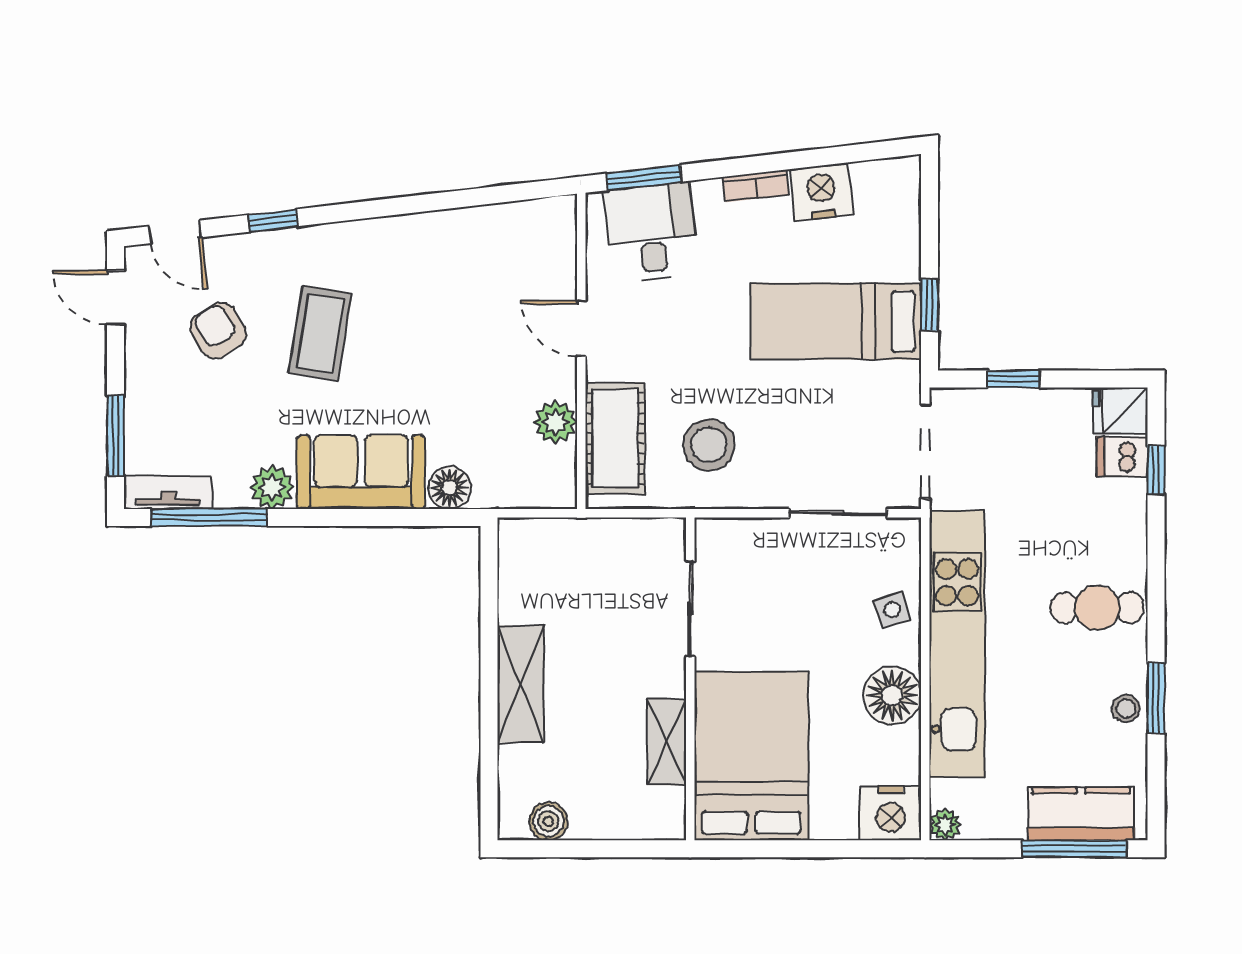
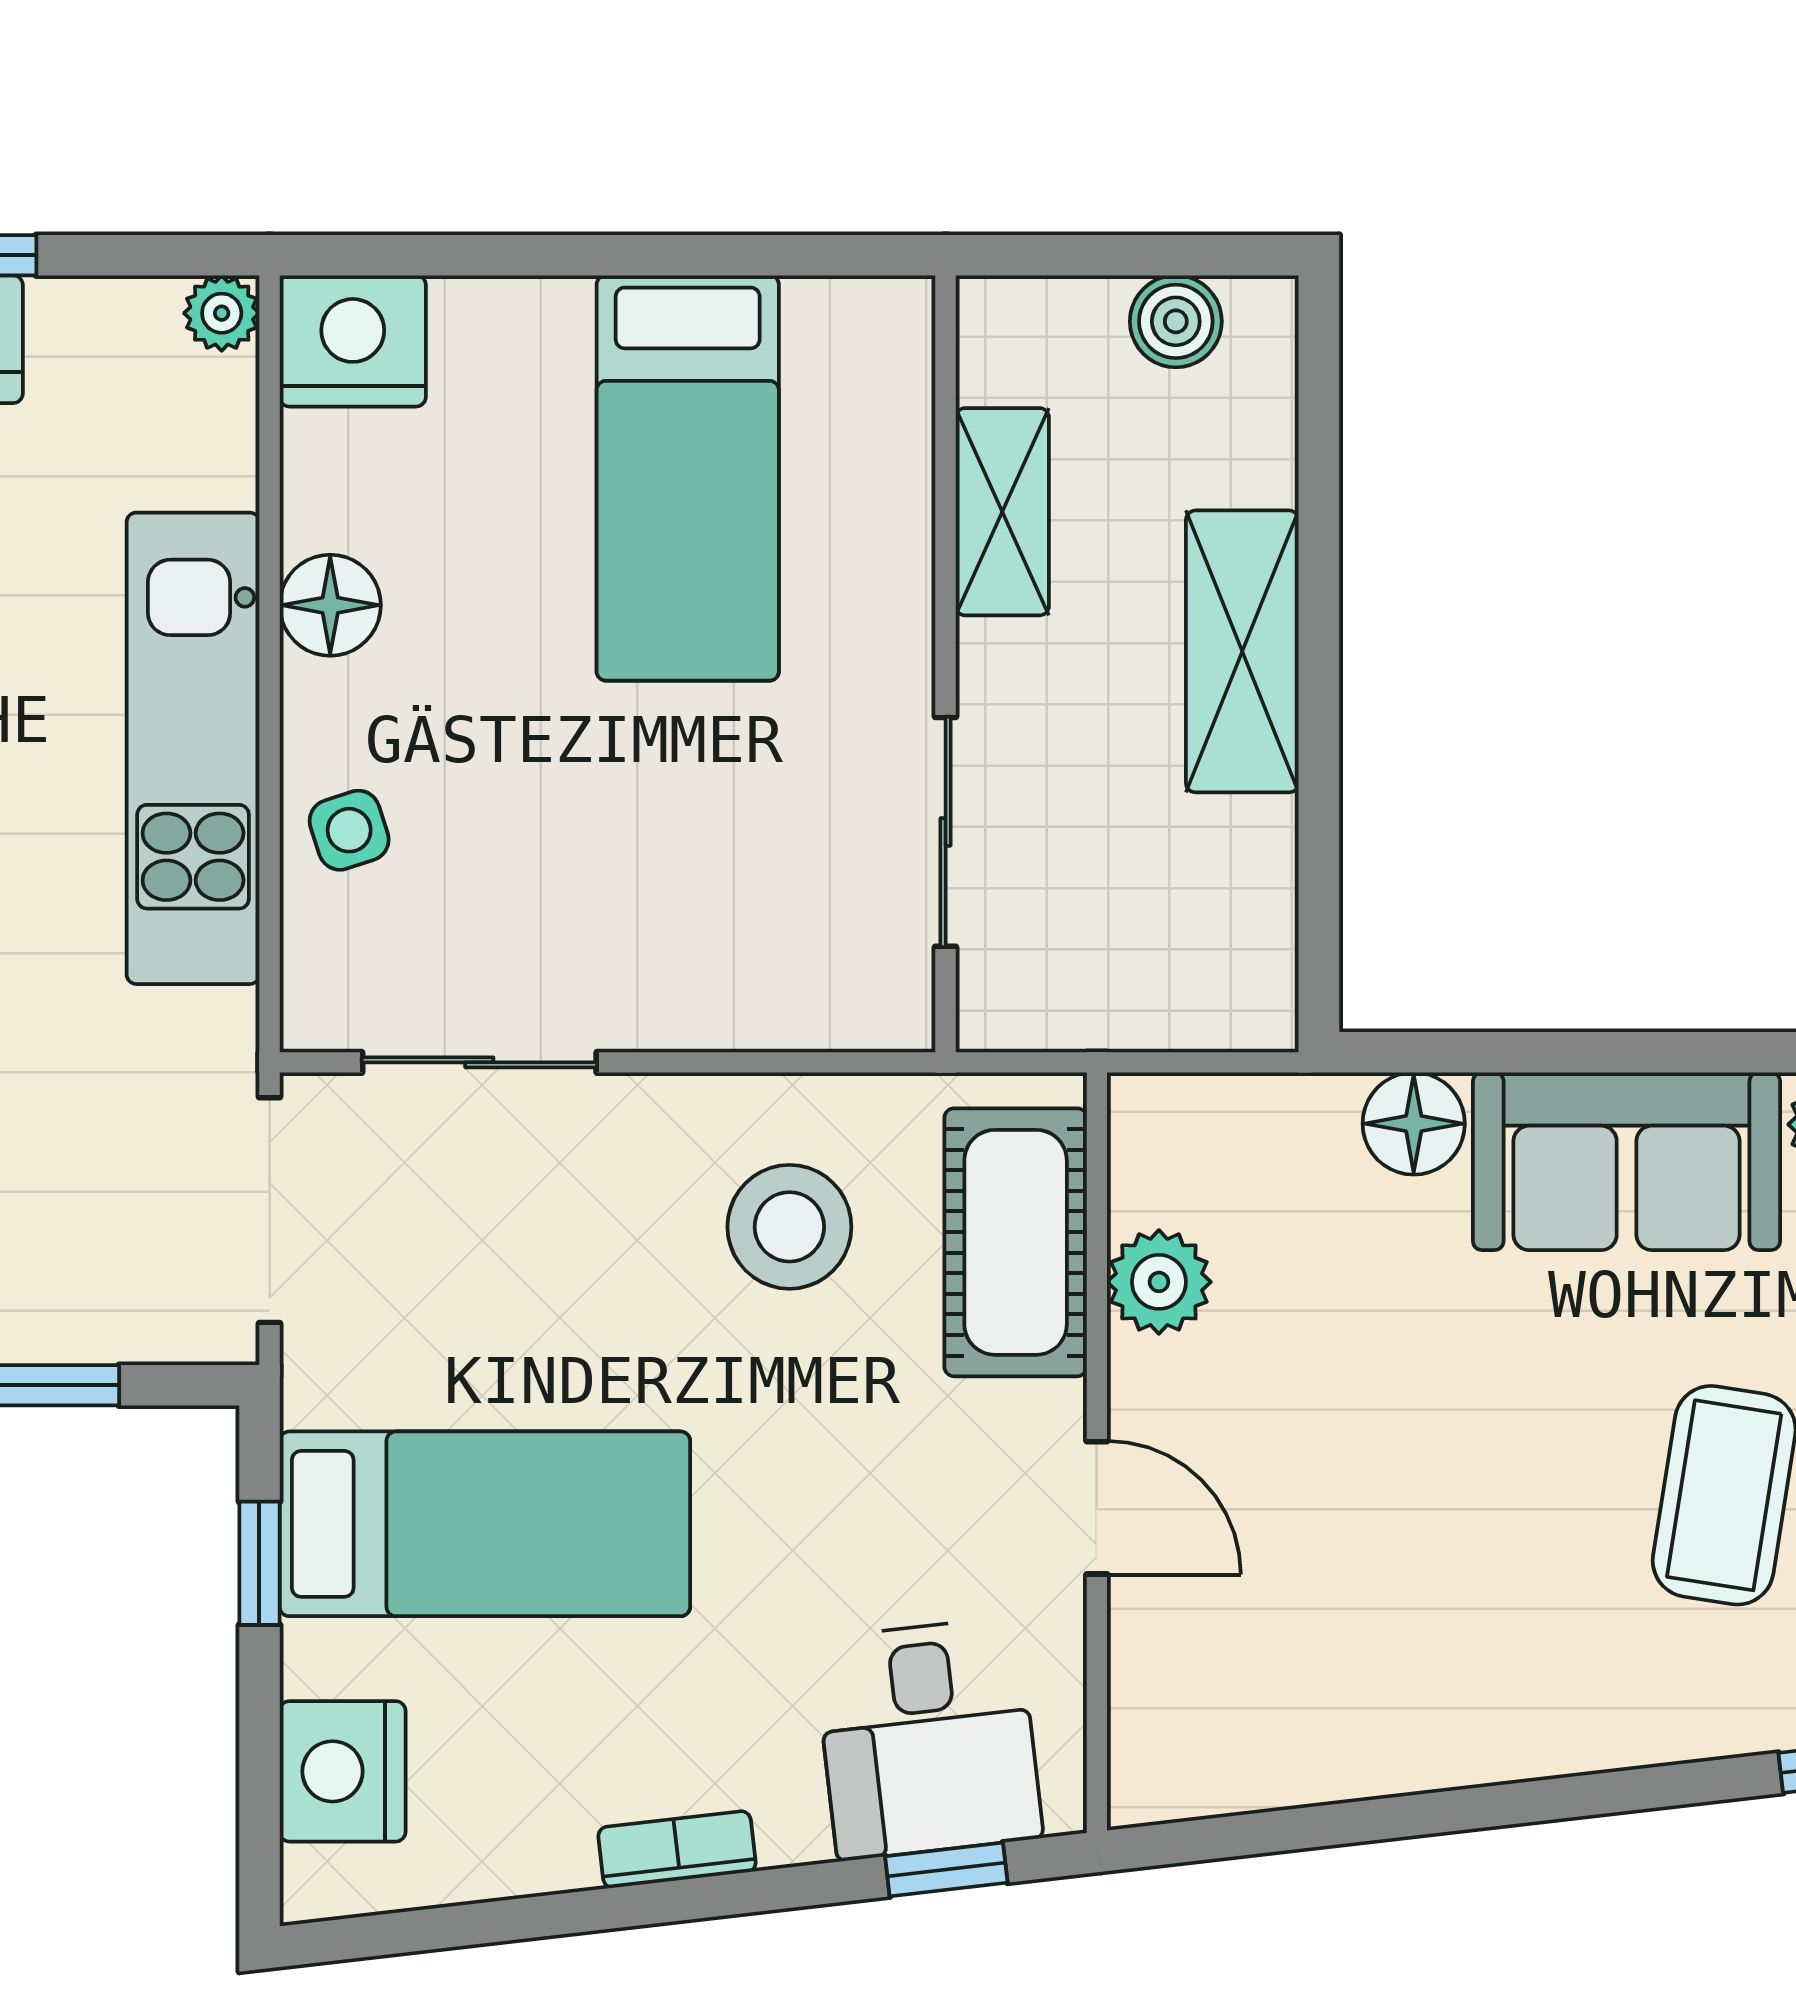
window: (644, 178) -> (946, 1869), width x0.67
nightstand: (821, 192) -> (343, 1771), moved, turned 97
sliding door: (690, 609) -> (946, 832), moved
kitchen unit: (957, 644) -> (193, 748), width x0.73
wall: (690, 679) -> (946, 664), moved
floor lamp: (892, 695) -> (330, 605), width x0.73, depth x0.73
shelving: (667, 742) -> (1002, 512), moved
bed: (751, 756) -> (688, 478), width x0.67

